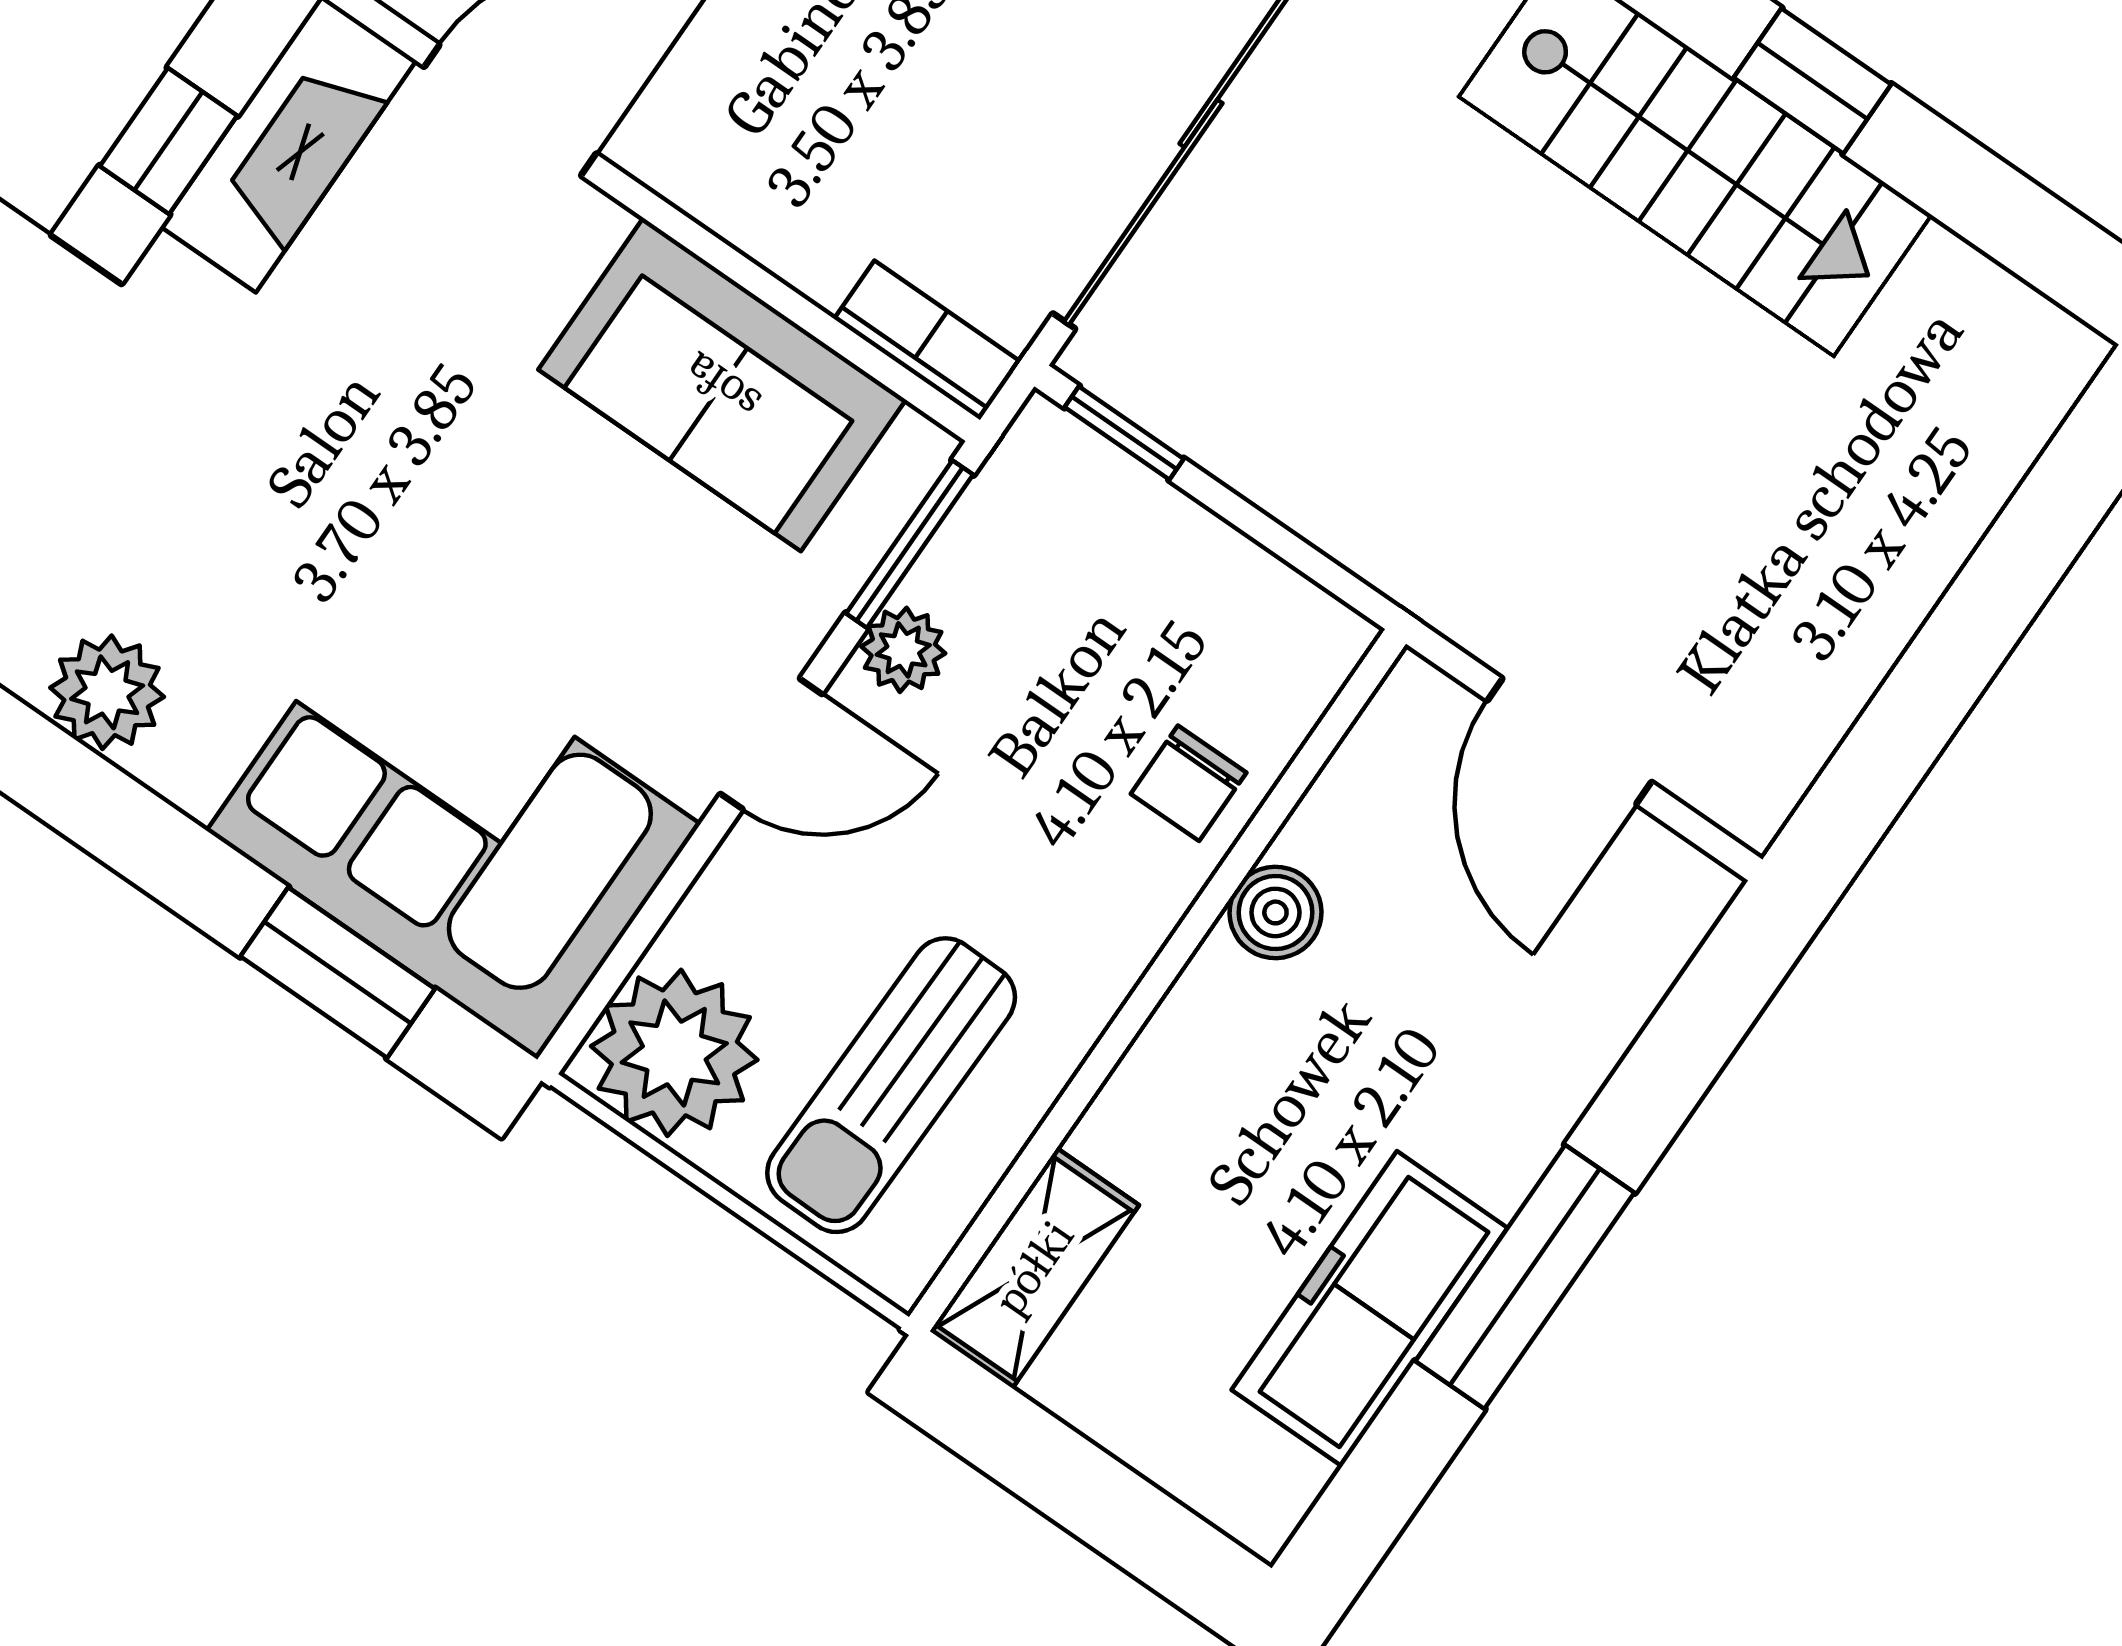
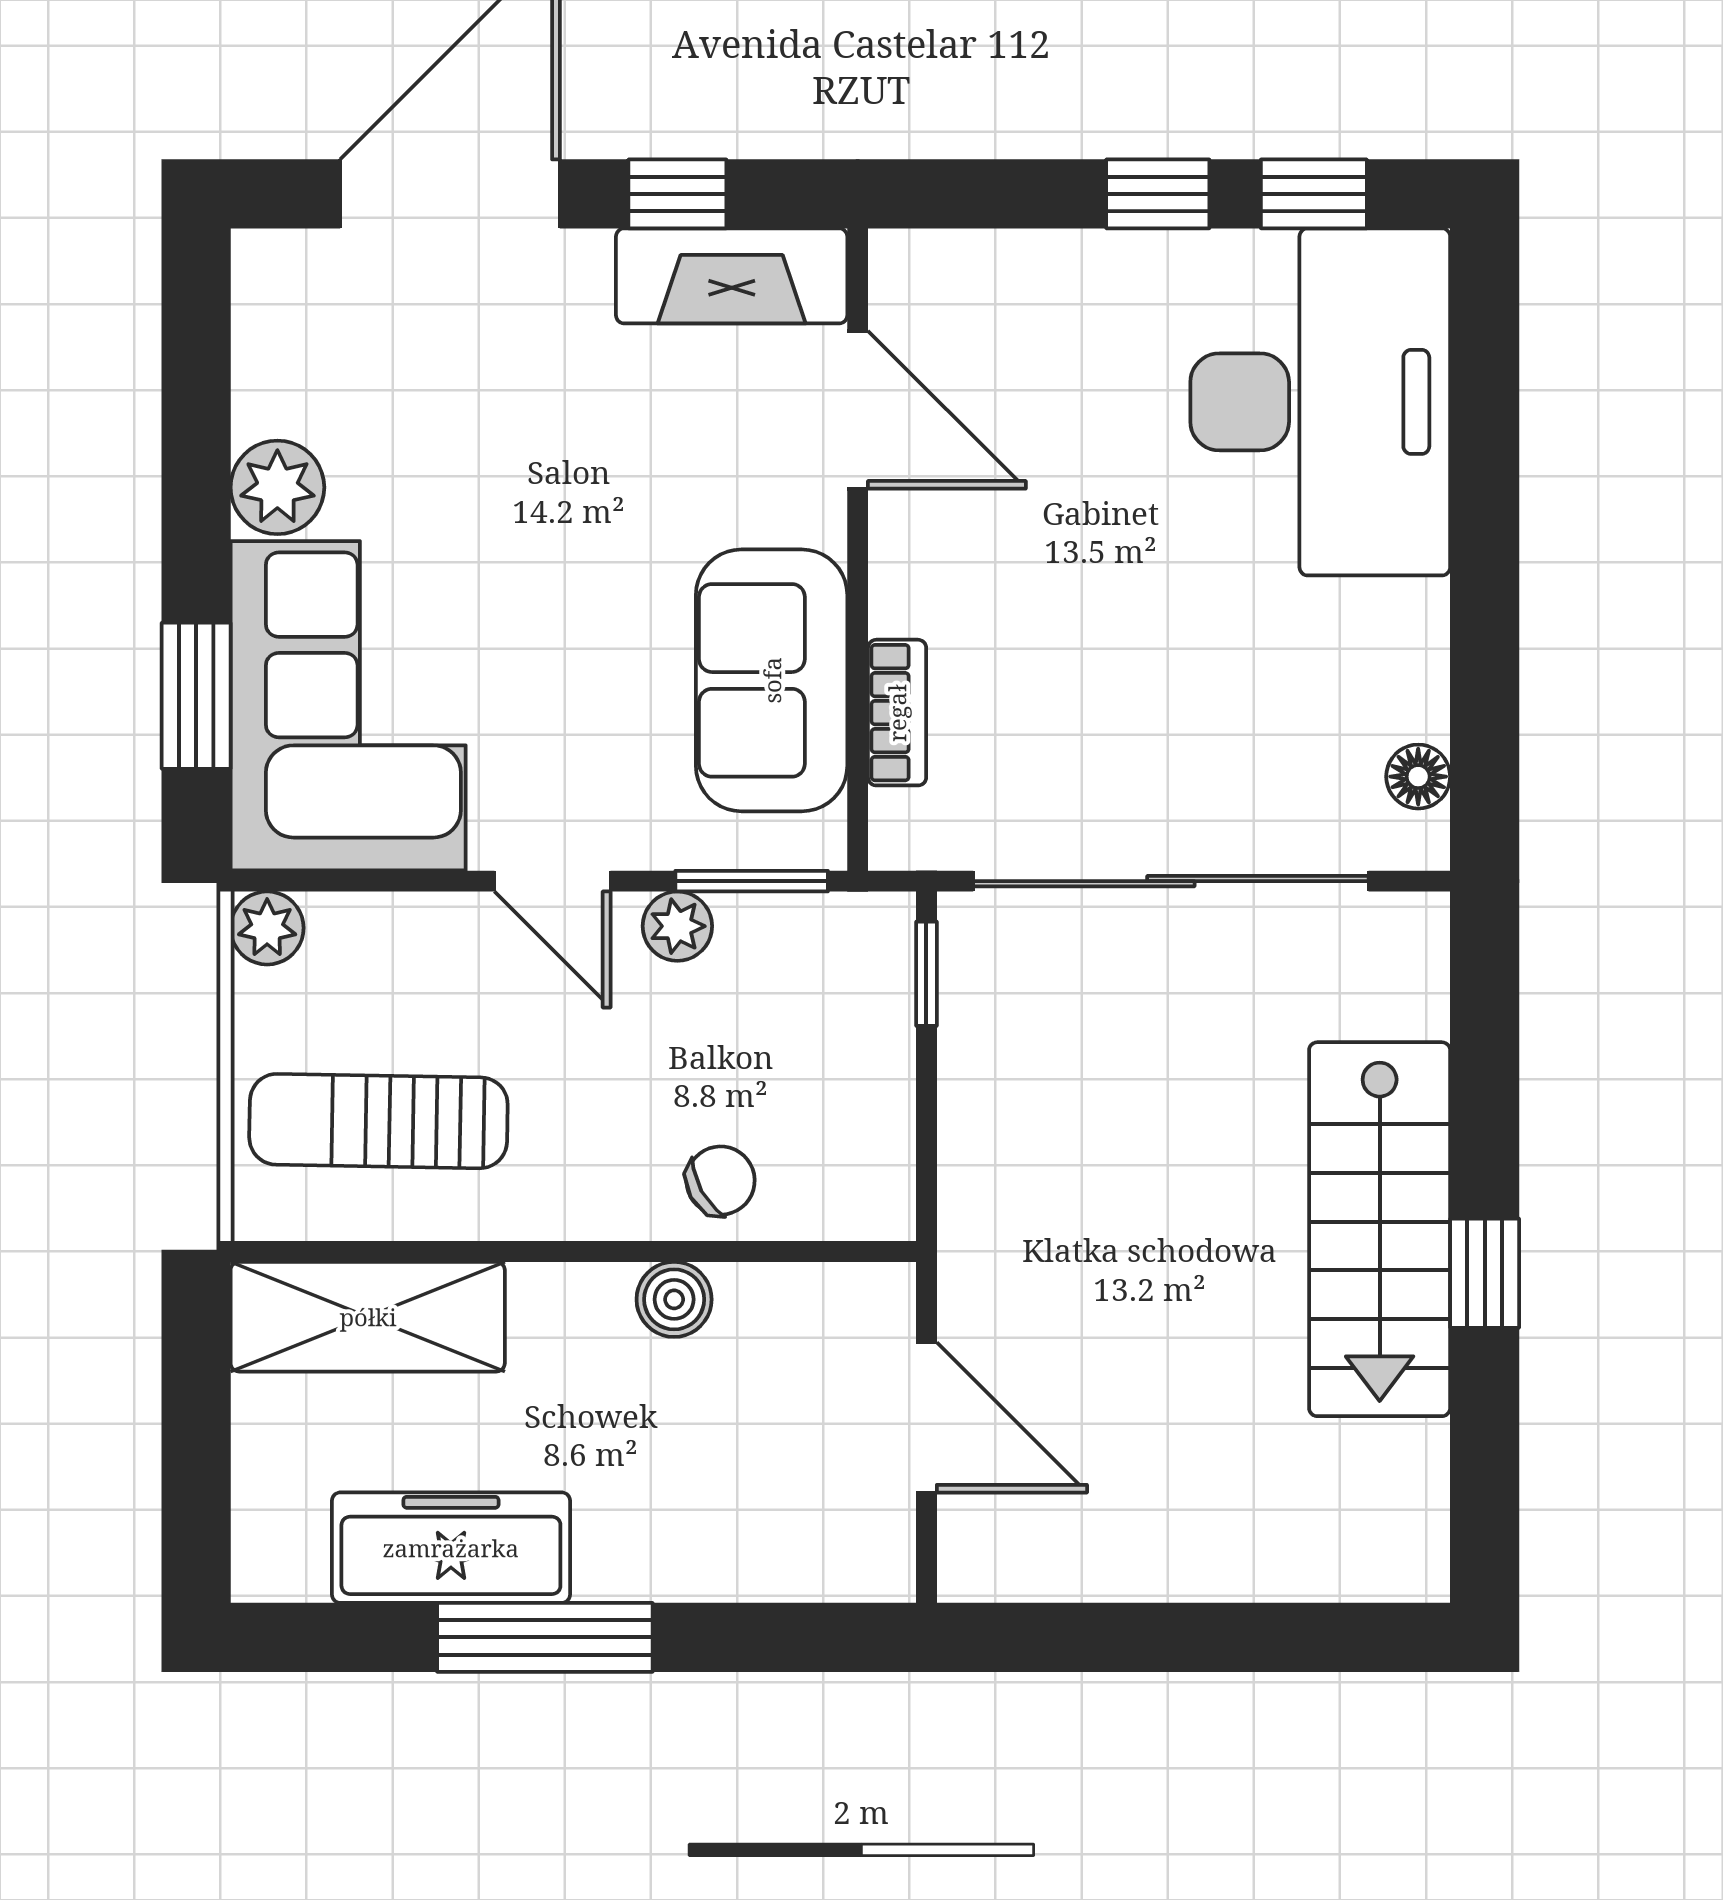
bookcase: (927, 340) -> (897, 713), moved
plant: (107, 692) -> (277, 487), moved
door: (1569, 741) -> (926, 1418), swing flipped
chair: (1189, 783) -> (721, 1181), turned 151
plant: (674, 1053) -> (267, 928), width x0.53, depth x0.53
shelving: (1034, 1268) -> (368, 1317), width x1.50, depth x1.33

